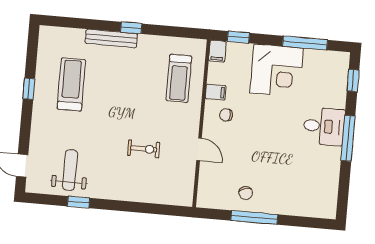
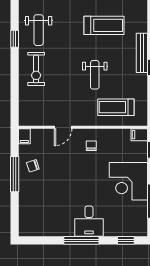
filing cabinet: (216, 92) -> (24, 136), moved
weight bench: (134, 102) -> (95, 75), added
exercise bike: (144, 149) -> (36, 69), moved, width x1.38, depth x1.39
weight bench: (70, 170) -> (39, 30), turned 90

